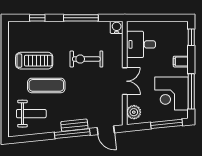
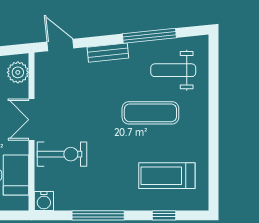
exercise bike: (86, 59) -> (62, 154), moved
treadmill: (34, 61) -> (167, 176), moved
window: (72, 134) -> (149, 36), moved

